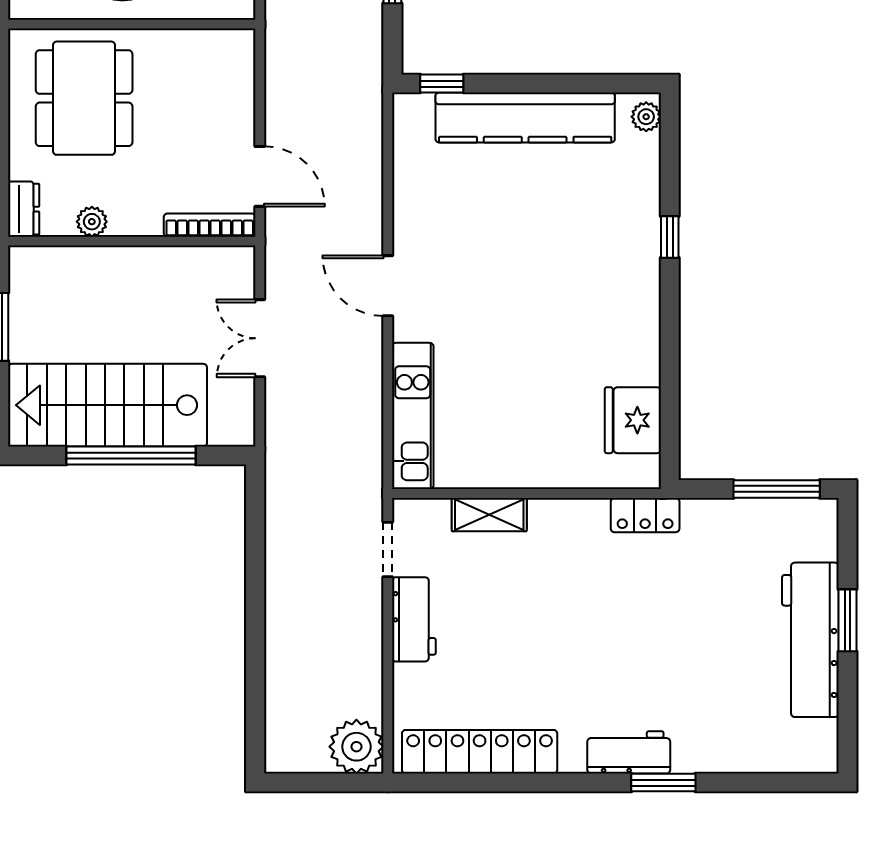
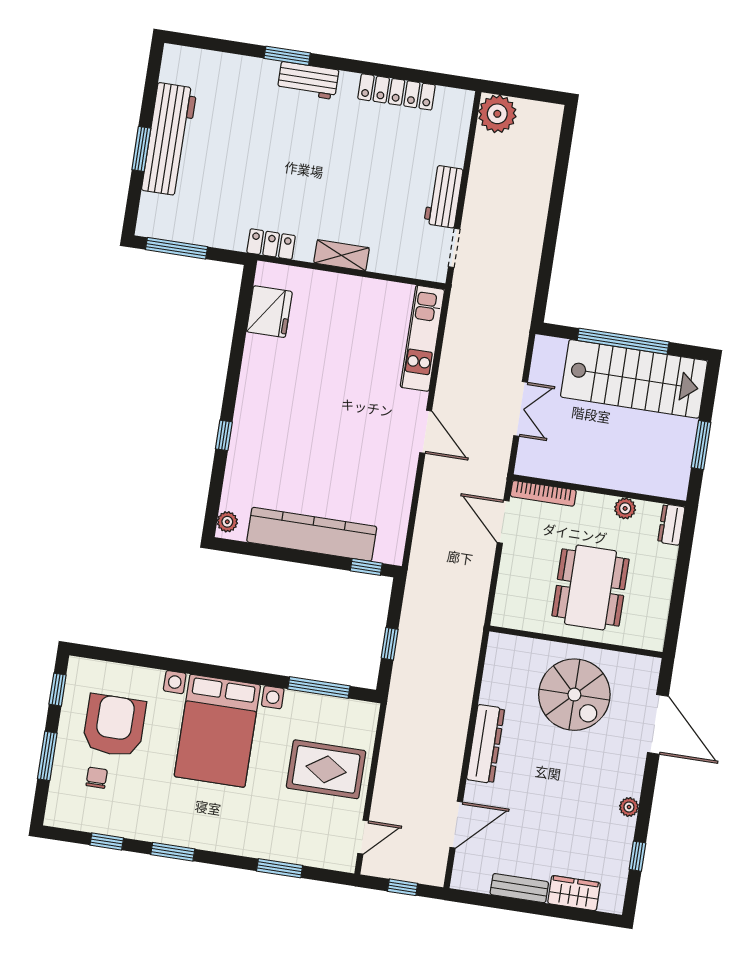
dining table: (84, 98) -> (590, 587), moved
shelving: (489, 515) -> (341, 255), moved
locker: (480, 752) -> (397, 92), width x0.71, depth x0.83

